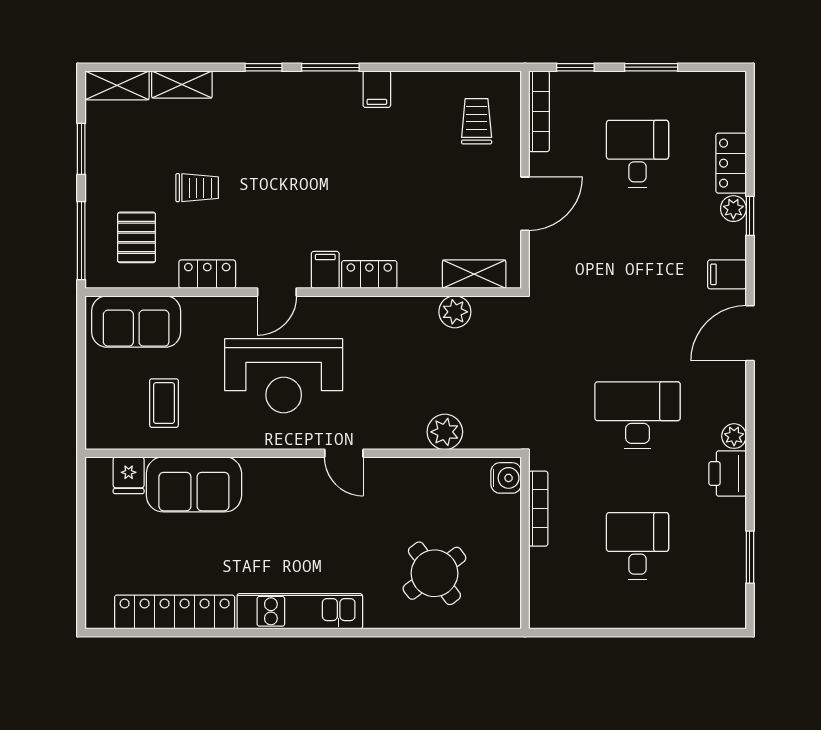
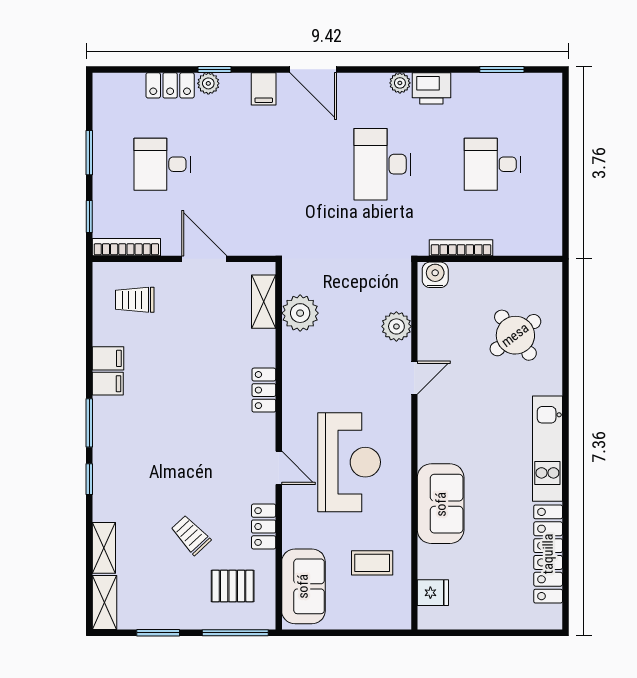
trolley: (197, 188) -> (191, 535), turned -43
filing cabinet: (325, 270) -> (108, 358), moved, turned 180
plant: (455, 312) -> (300, 313), width x1.36, depth x1.36
door: (344, 453) -> (414, 378), moved
sofa: (194, 484) -> (441, 504), moved

